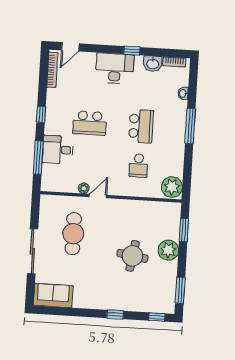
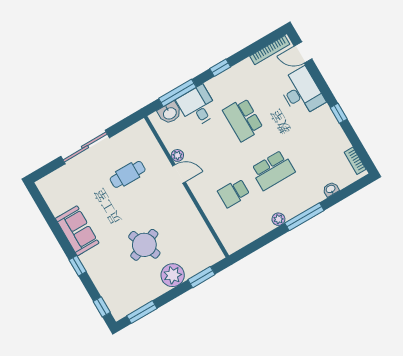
washbasin: (153, 64) -> (170, 113), moved, turned -90
desk: (115, 68) -> (301, 92), moved
plant: (172, 187) -> (278, 219), moved, width x0.53, depth x0.53
cafe table: (73, 234) -> (128, 174), width x0.73, depth x0.74
round table: (133, 256) -> (144, 245), turned -30
sofa: (53, 295) -> (77, 231), moved

